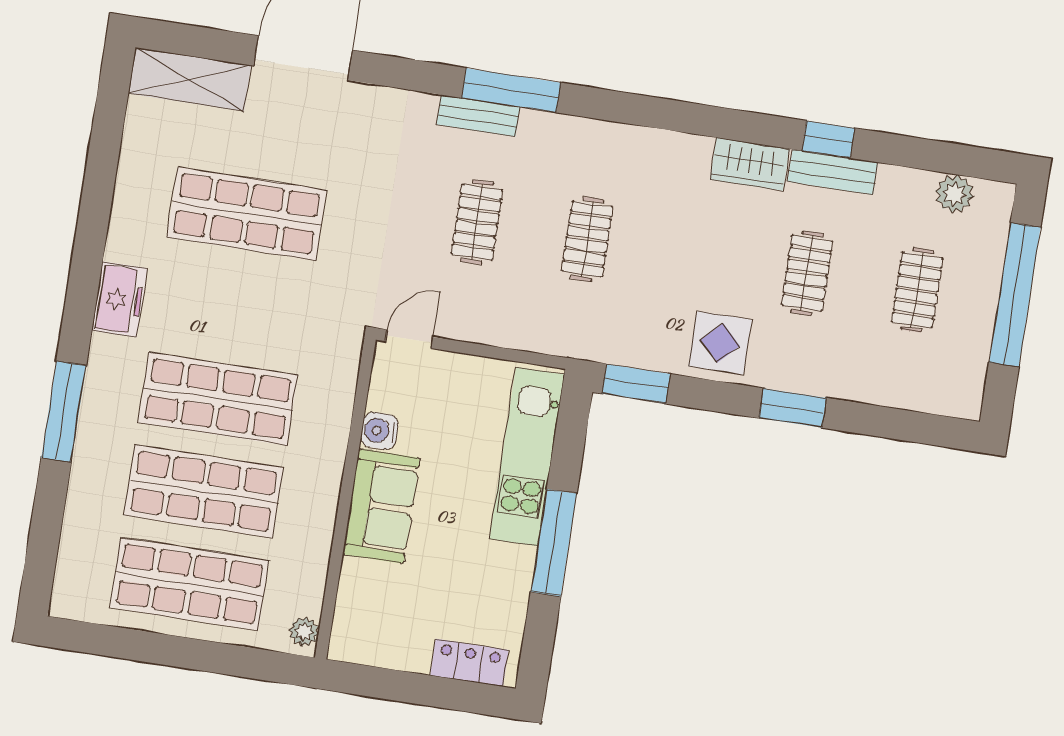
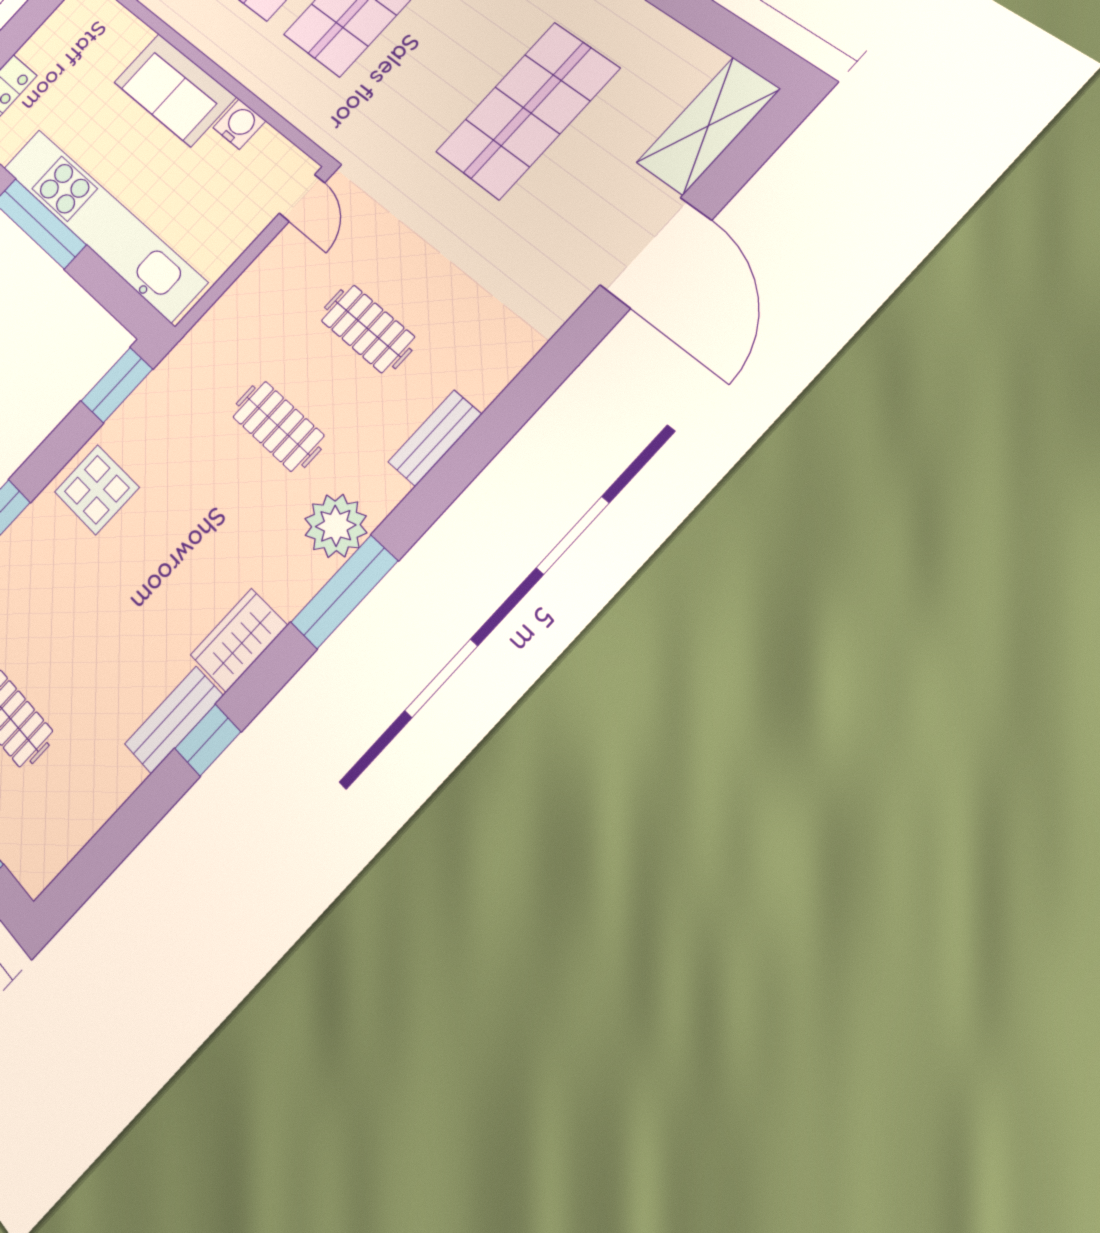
window: (511, 90) -> (344, 592), moved
bench: (478, 116) -> (435, 438), moved
plant: (954, 194) -> (336, 526), moved, width x1.36, depth x1.36
clothes rail: (807, 273) -> (99, 621), removed
kitchen unit: (527, 457) -> (103, 223), width x1.36

